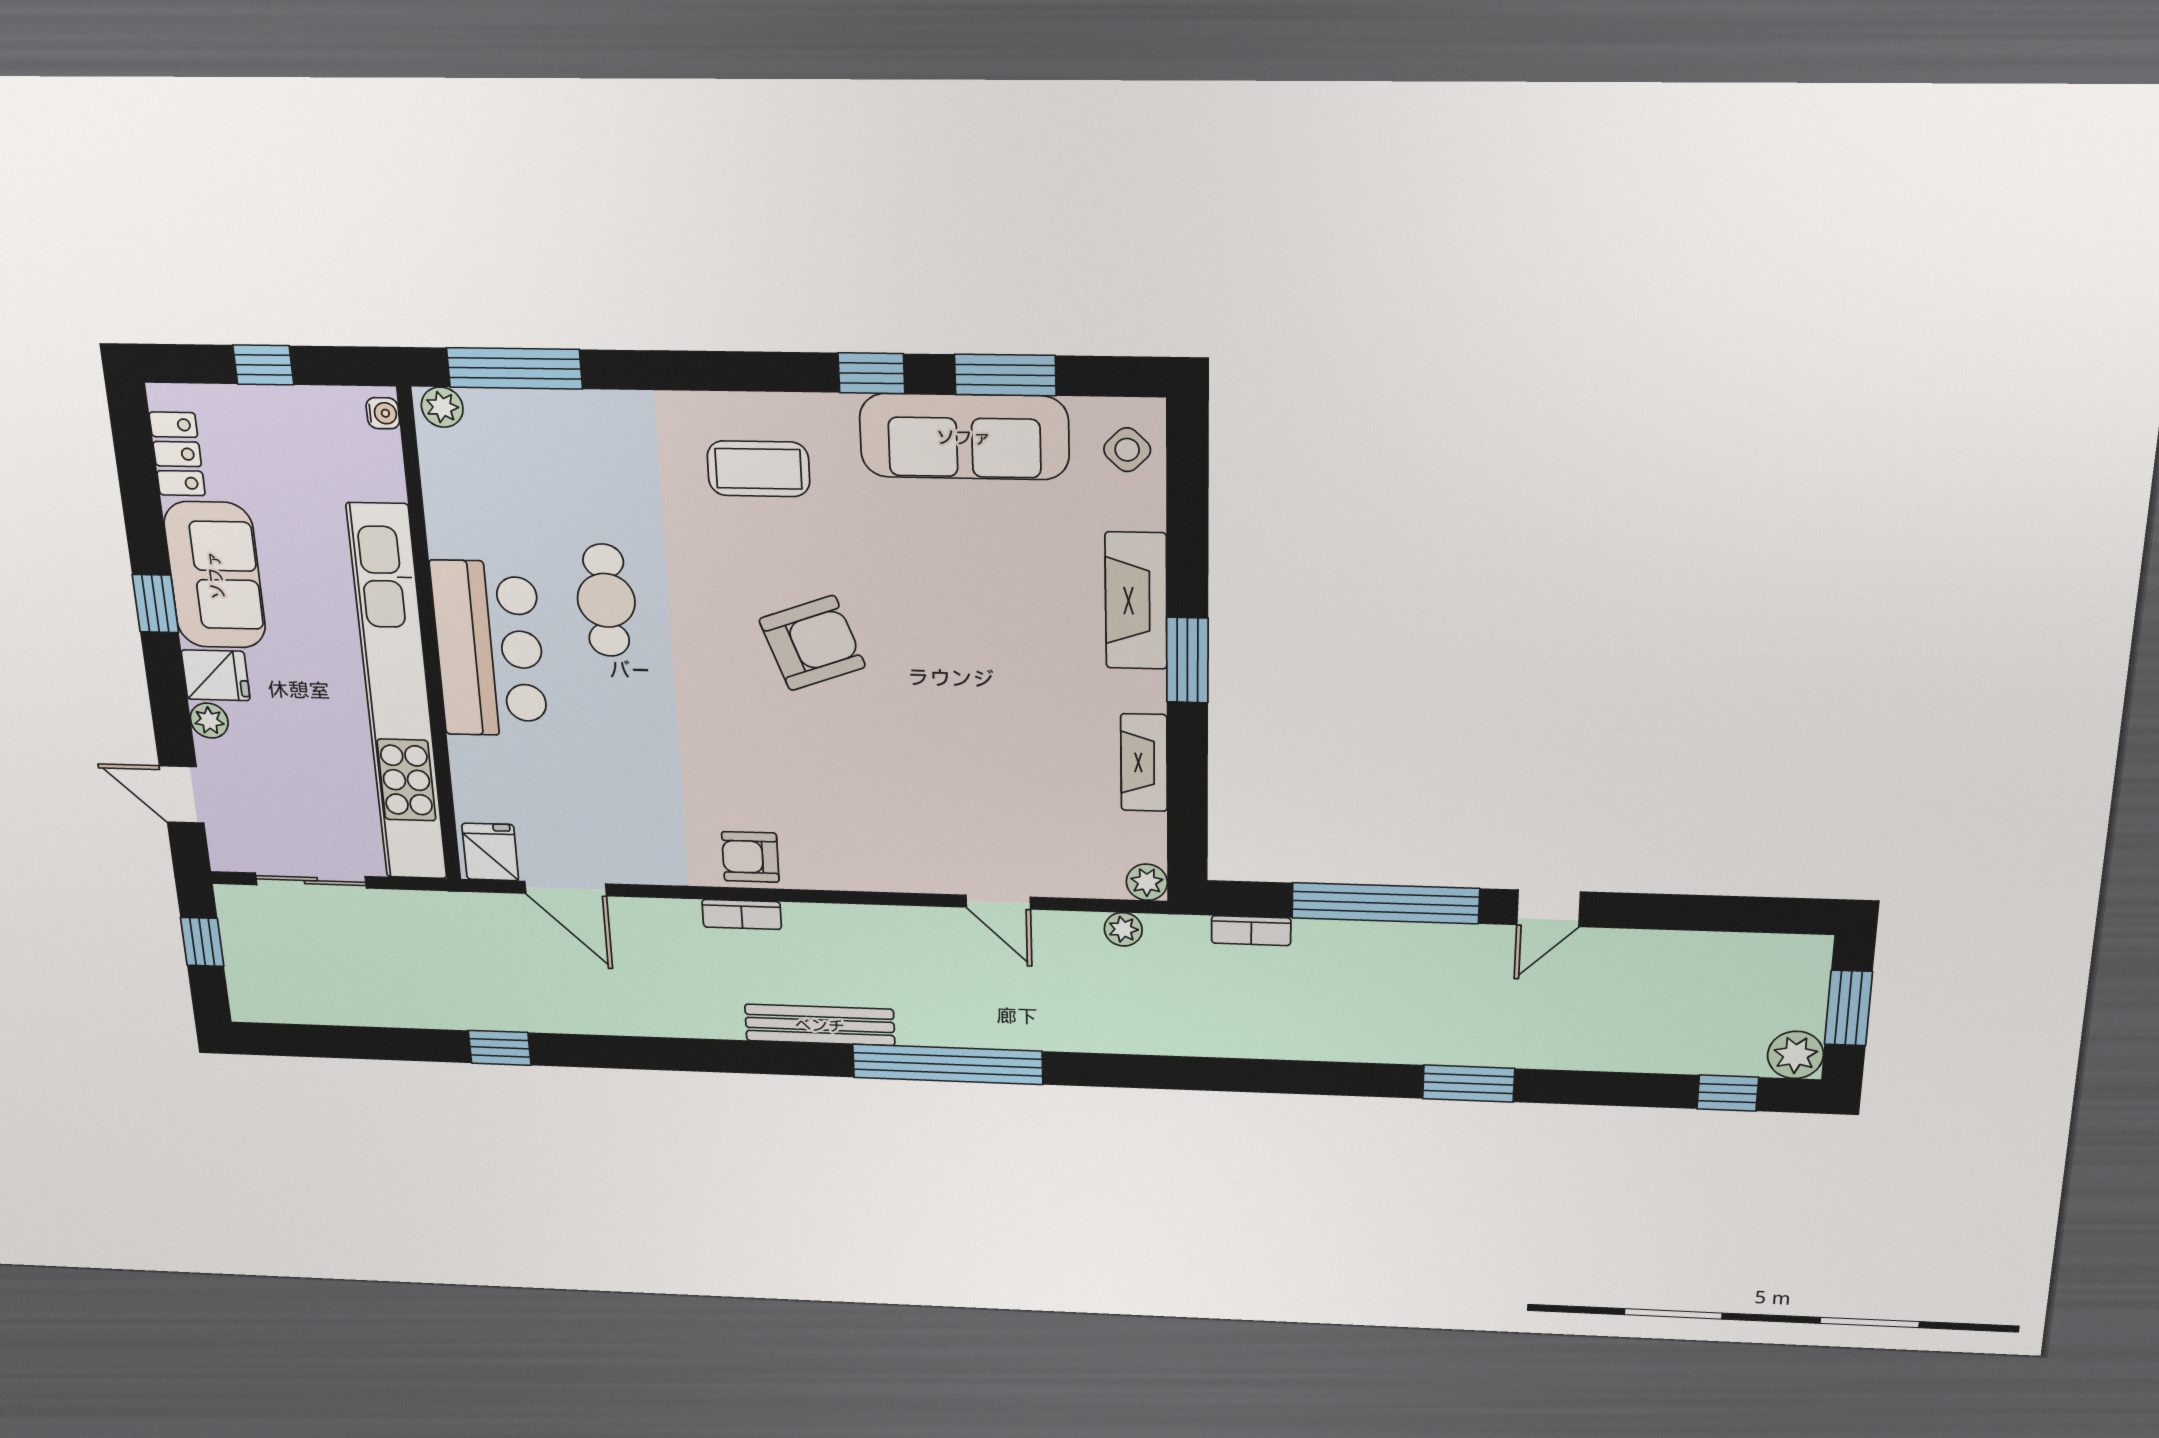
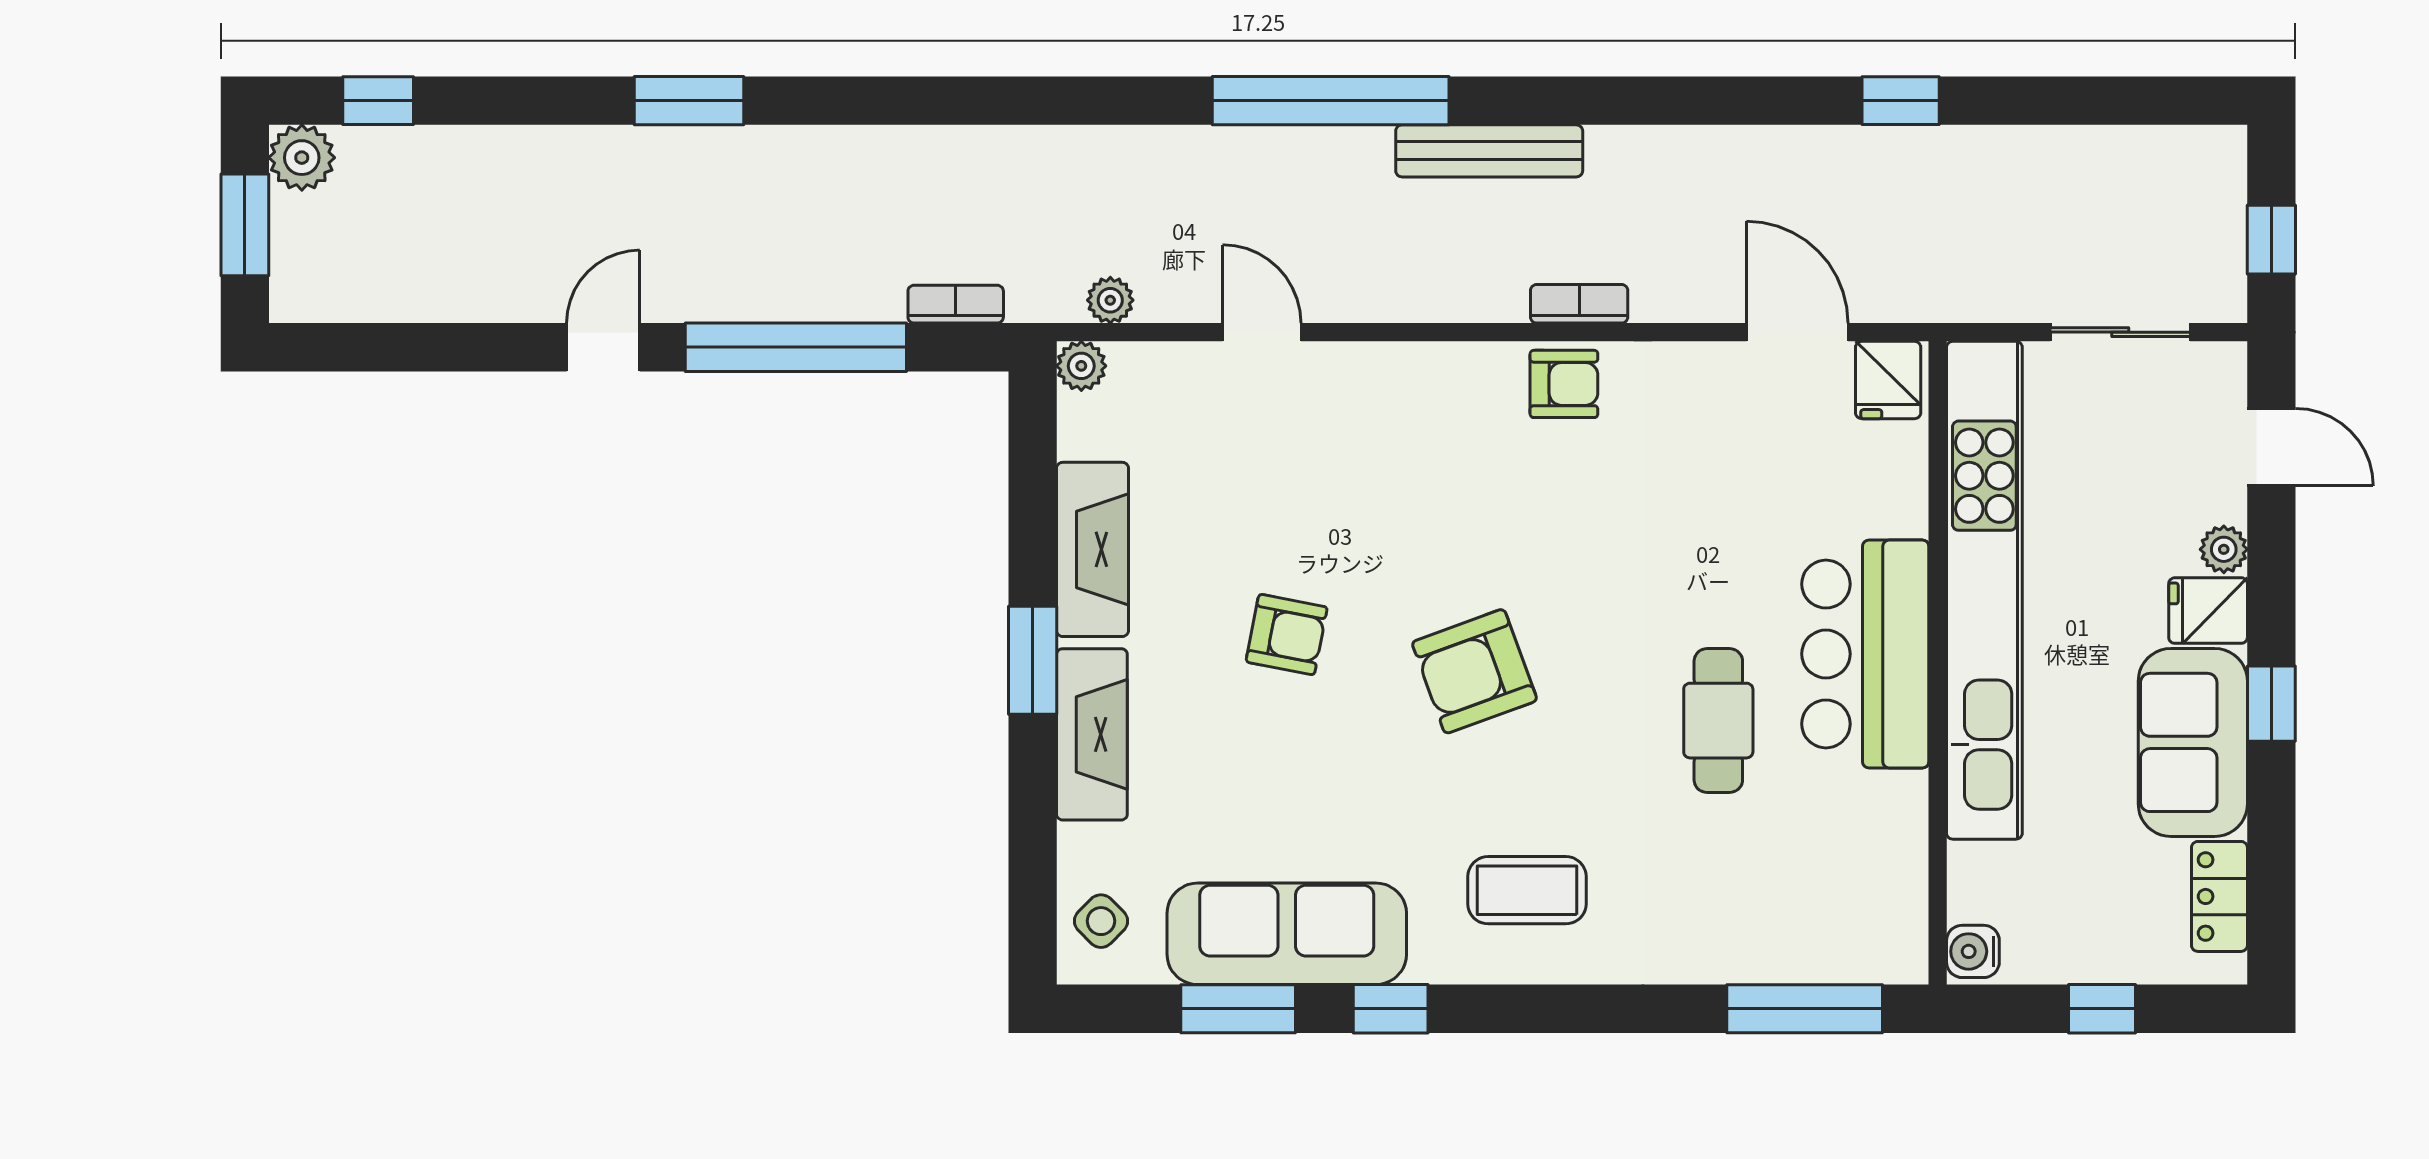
plant: (442, 407) -> (1894, 960), removed
water cooler: (383, 413) -> (1973, 951), width x1.38, depth x1.38
armchair: (971, 675) -> (1287, 635), added
fireplace: (1144, 763) -> (1093, 549), width x1.37, depth x1.32

